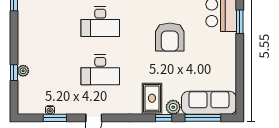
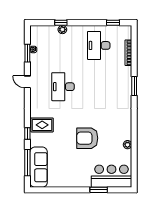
desk: (100, 22) -> (99, 45), moved
plant: (173, 107) -> (35, 141), removed

